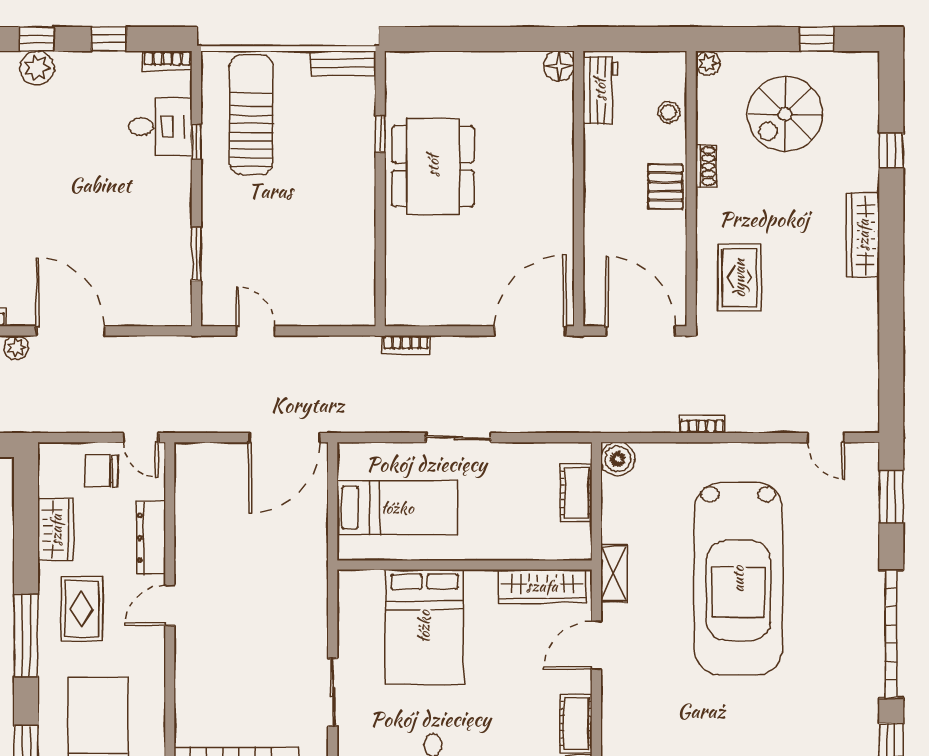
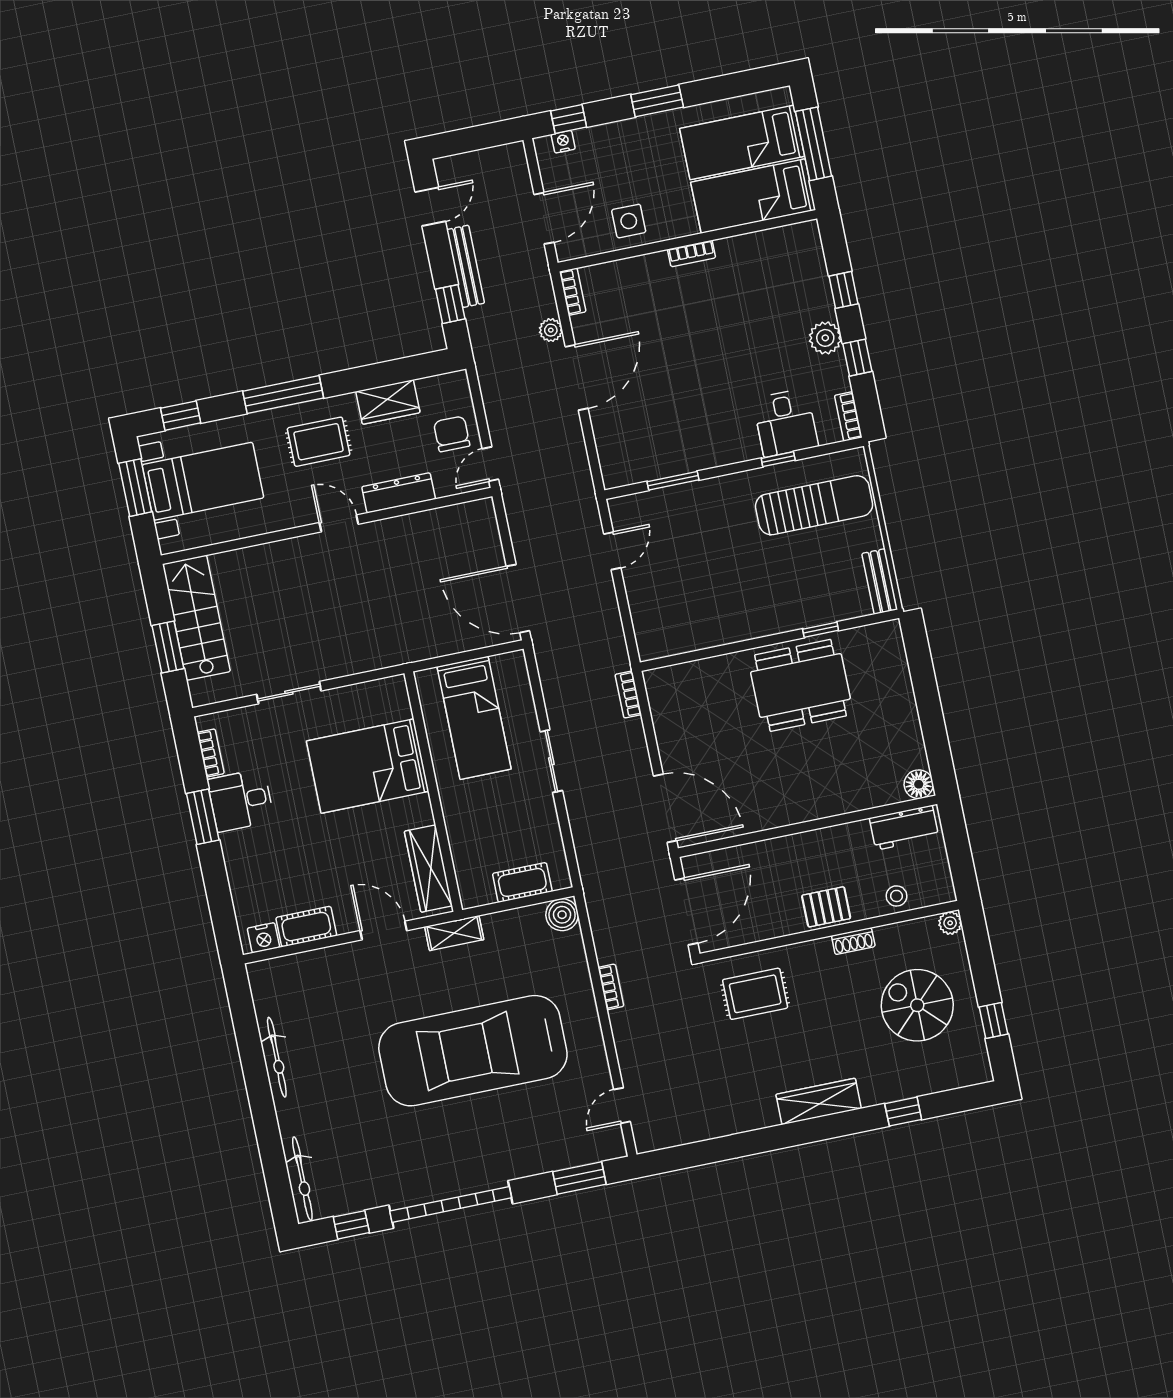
plant: (37, 68) -> (825, 338), moved

